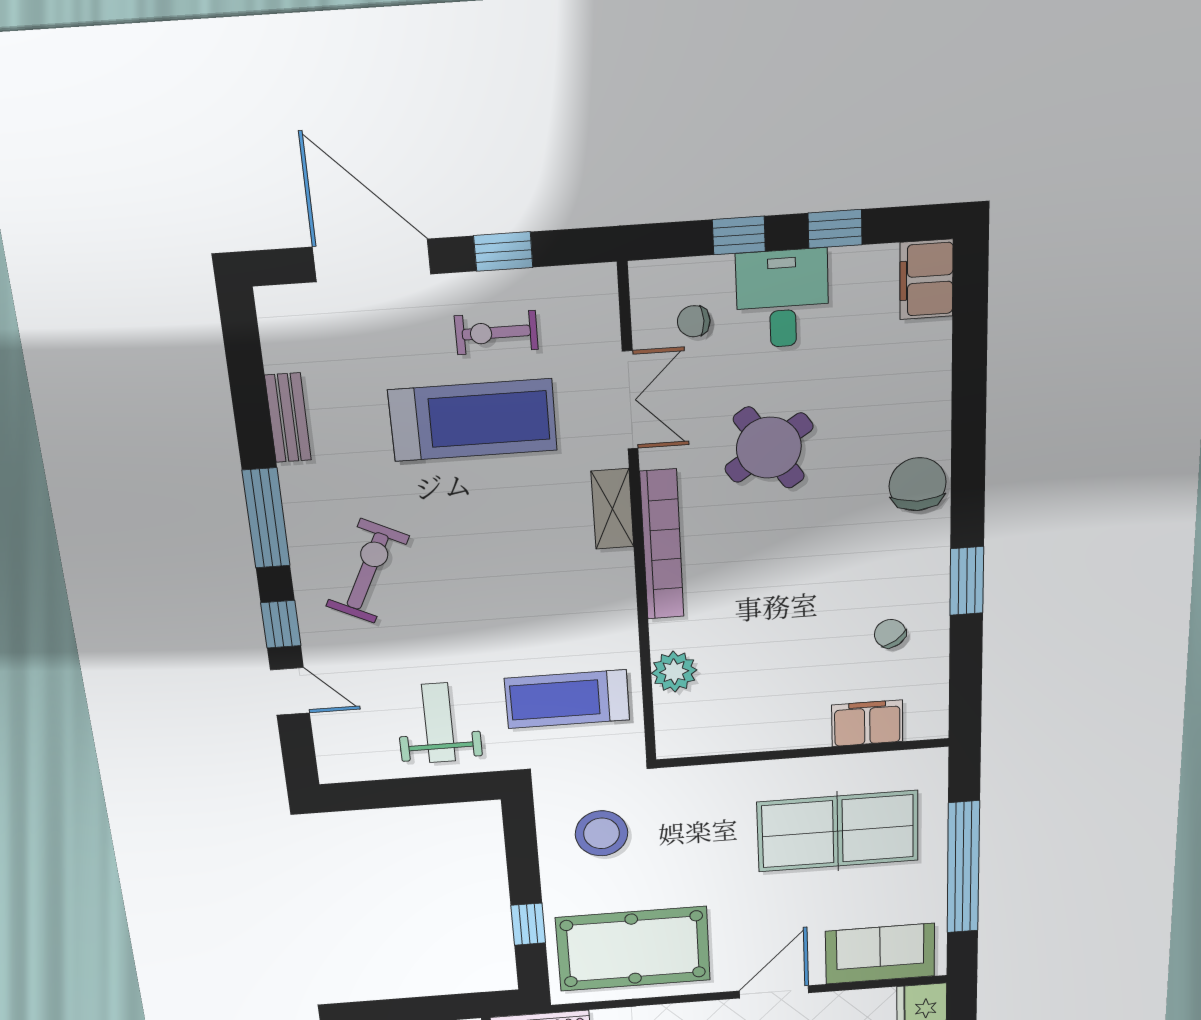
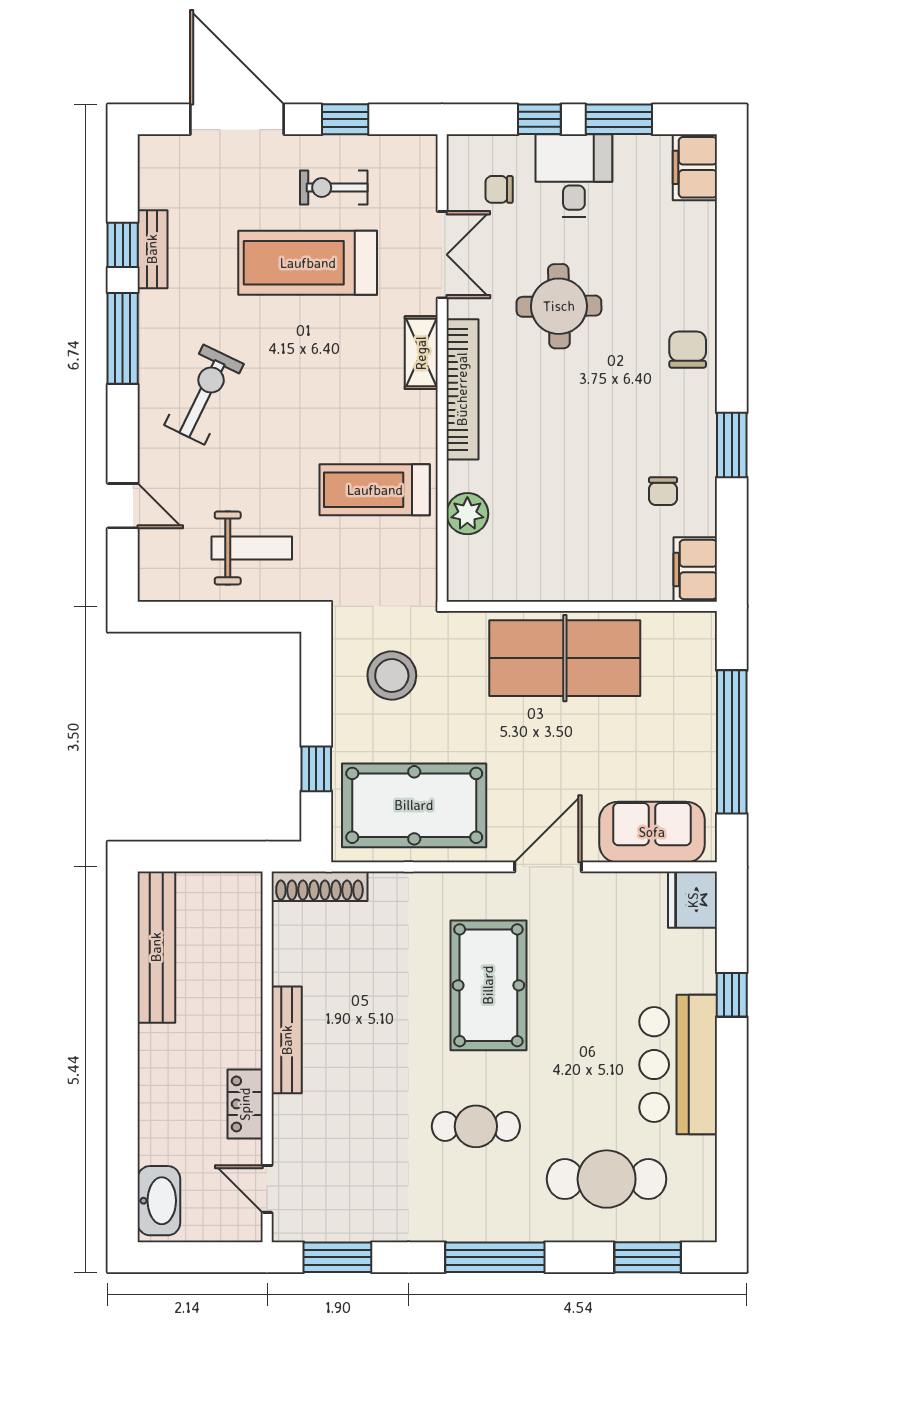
window: (835, 229) -> (619, 119), width x1.50
treadmill: (473, 420) -> (308, 263), turned 180
round table: (769, 448) -> (559, 306), turned 33
chair: (918, 484) -> (688, 350), width x0.73, depth x0.73
window: (281, 624) -> (123, 245), moved
chair: (890, 633) -> (663, 491), turned -145
treadmill: (567, 699) -> (375, 490), moved
weight bench: (439, 723) -> (252, 548), turned 90
filing cabinet: (867, 723) -> (695, 570), moved, turned -90
table tennis table: (838, 831) -> (565, 658), moved

